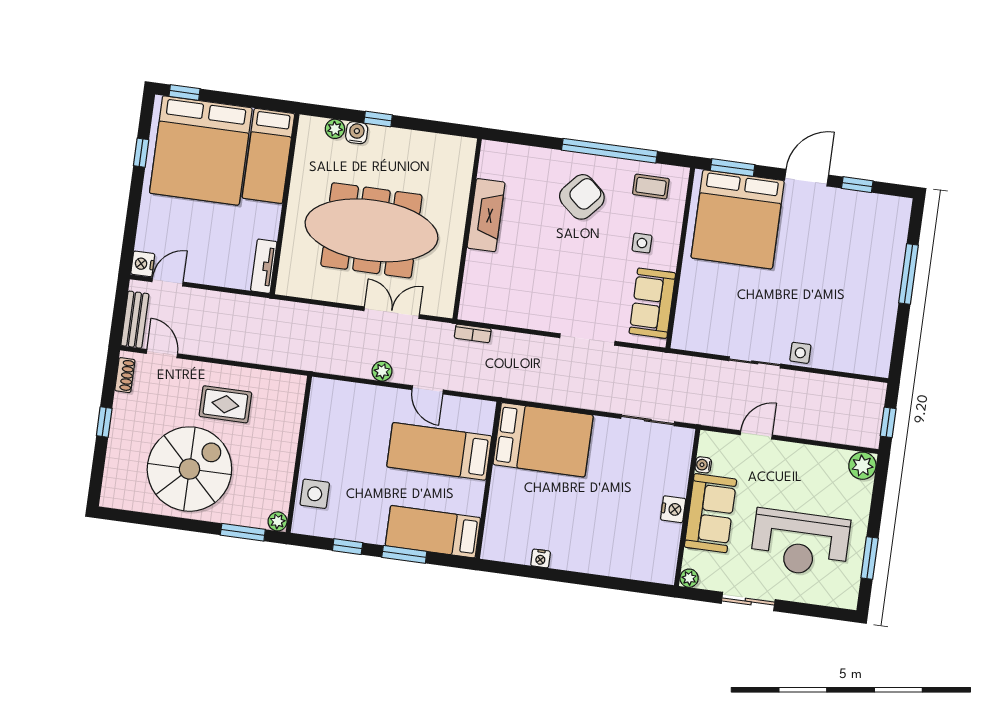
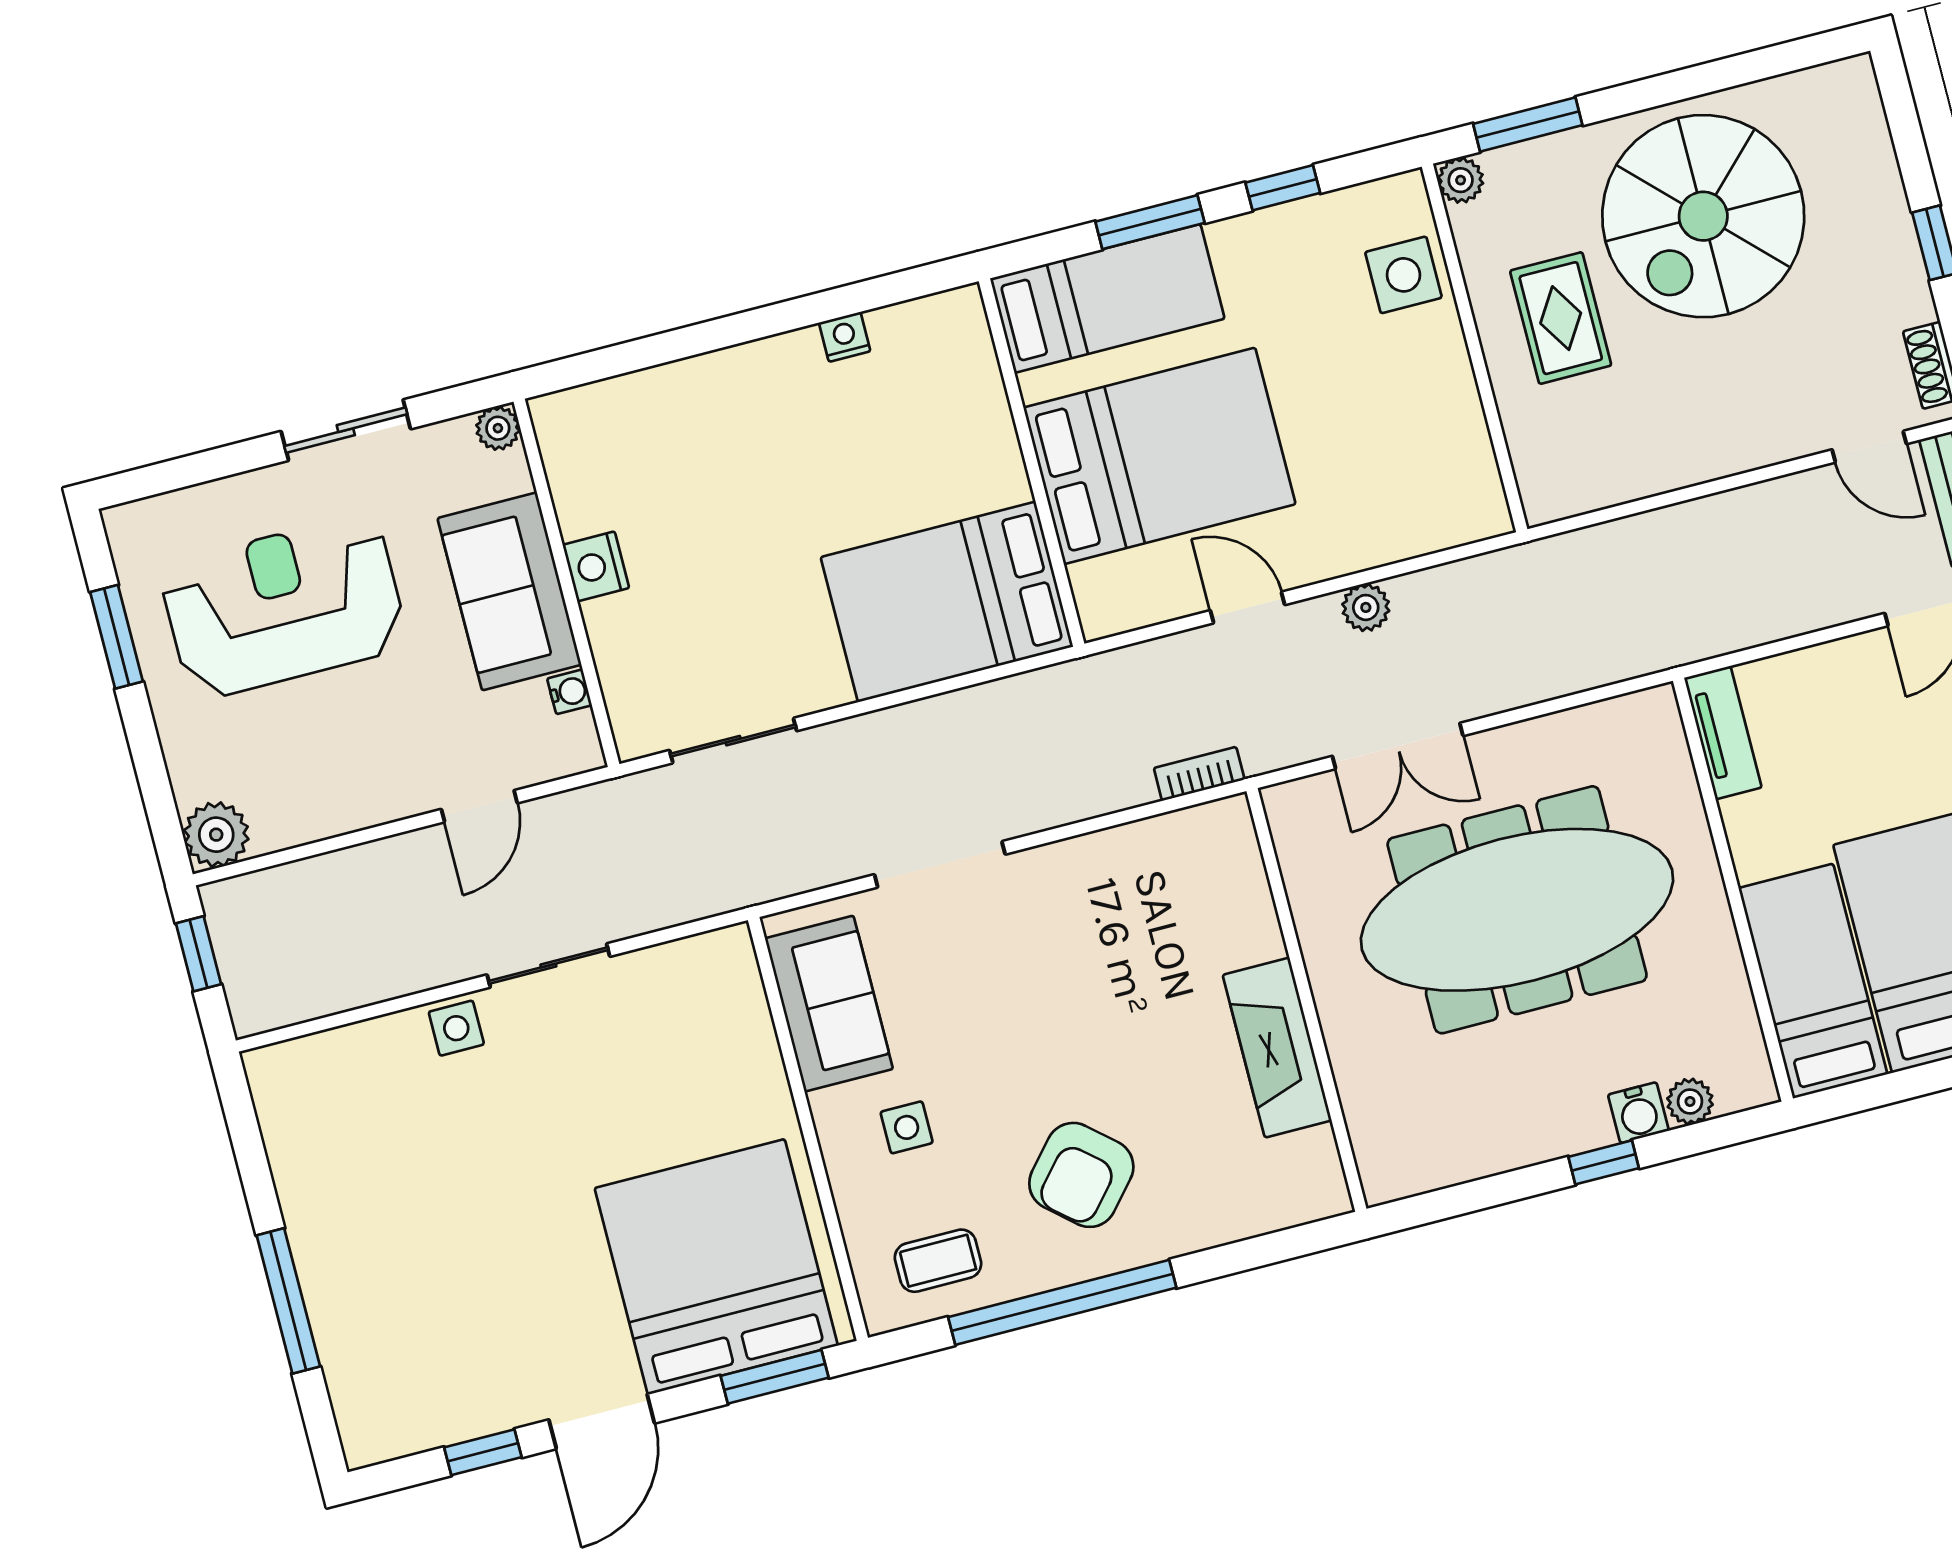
rug: (225, 404) -> (1561, 318), moved, turned 90
bed: (439, 451) -> (1160, 456), width x1.50

